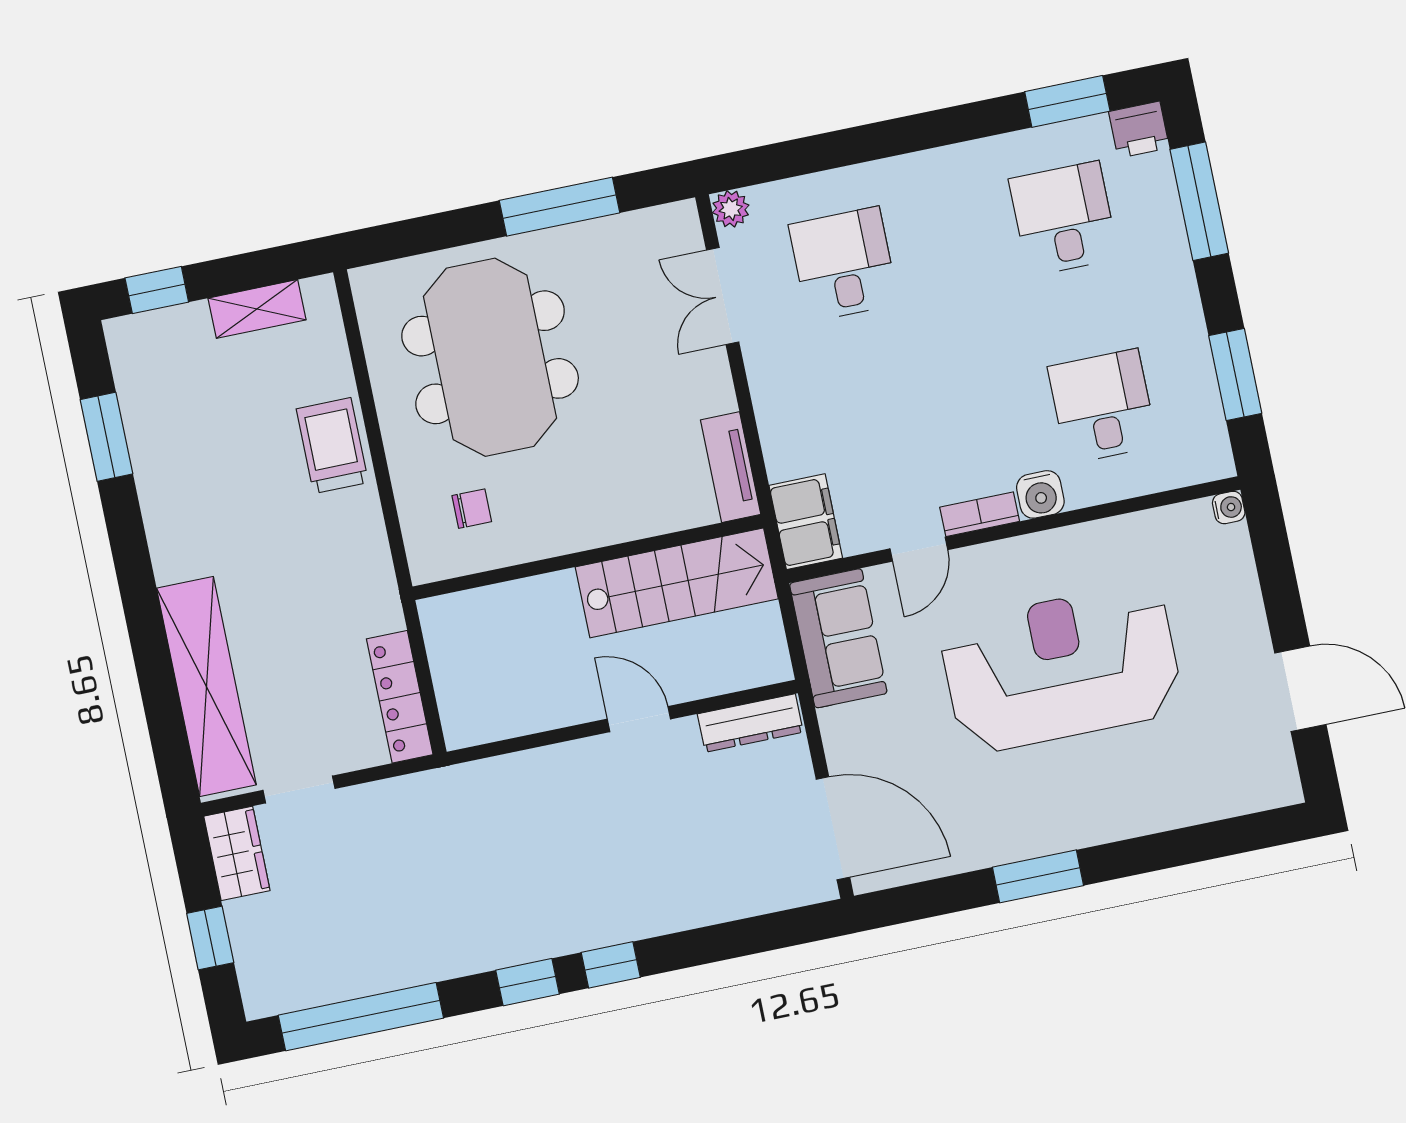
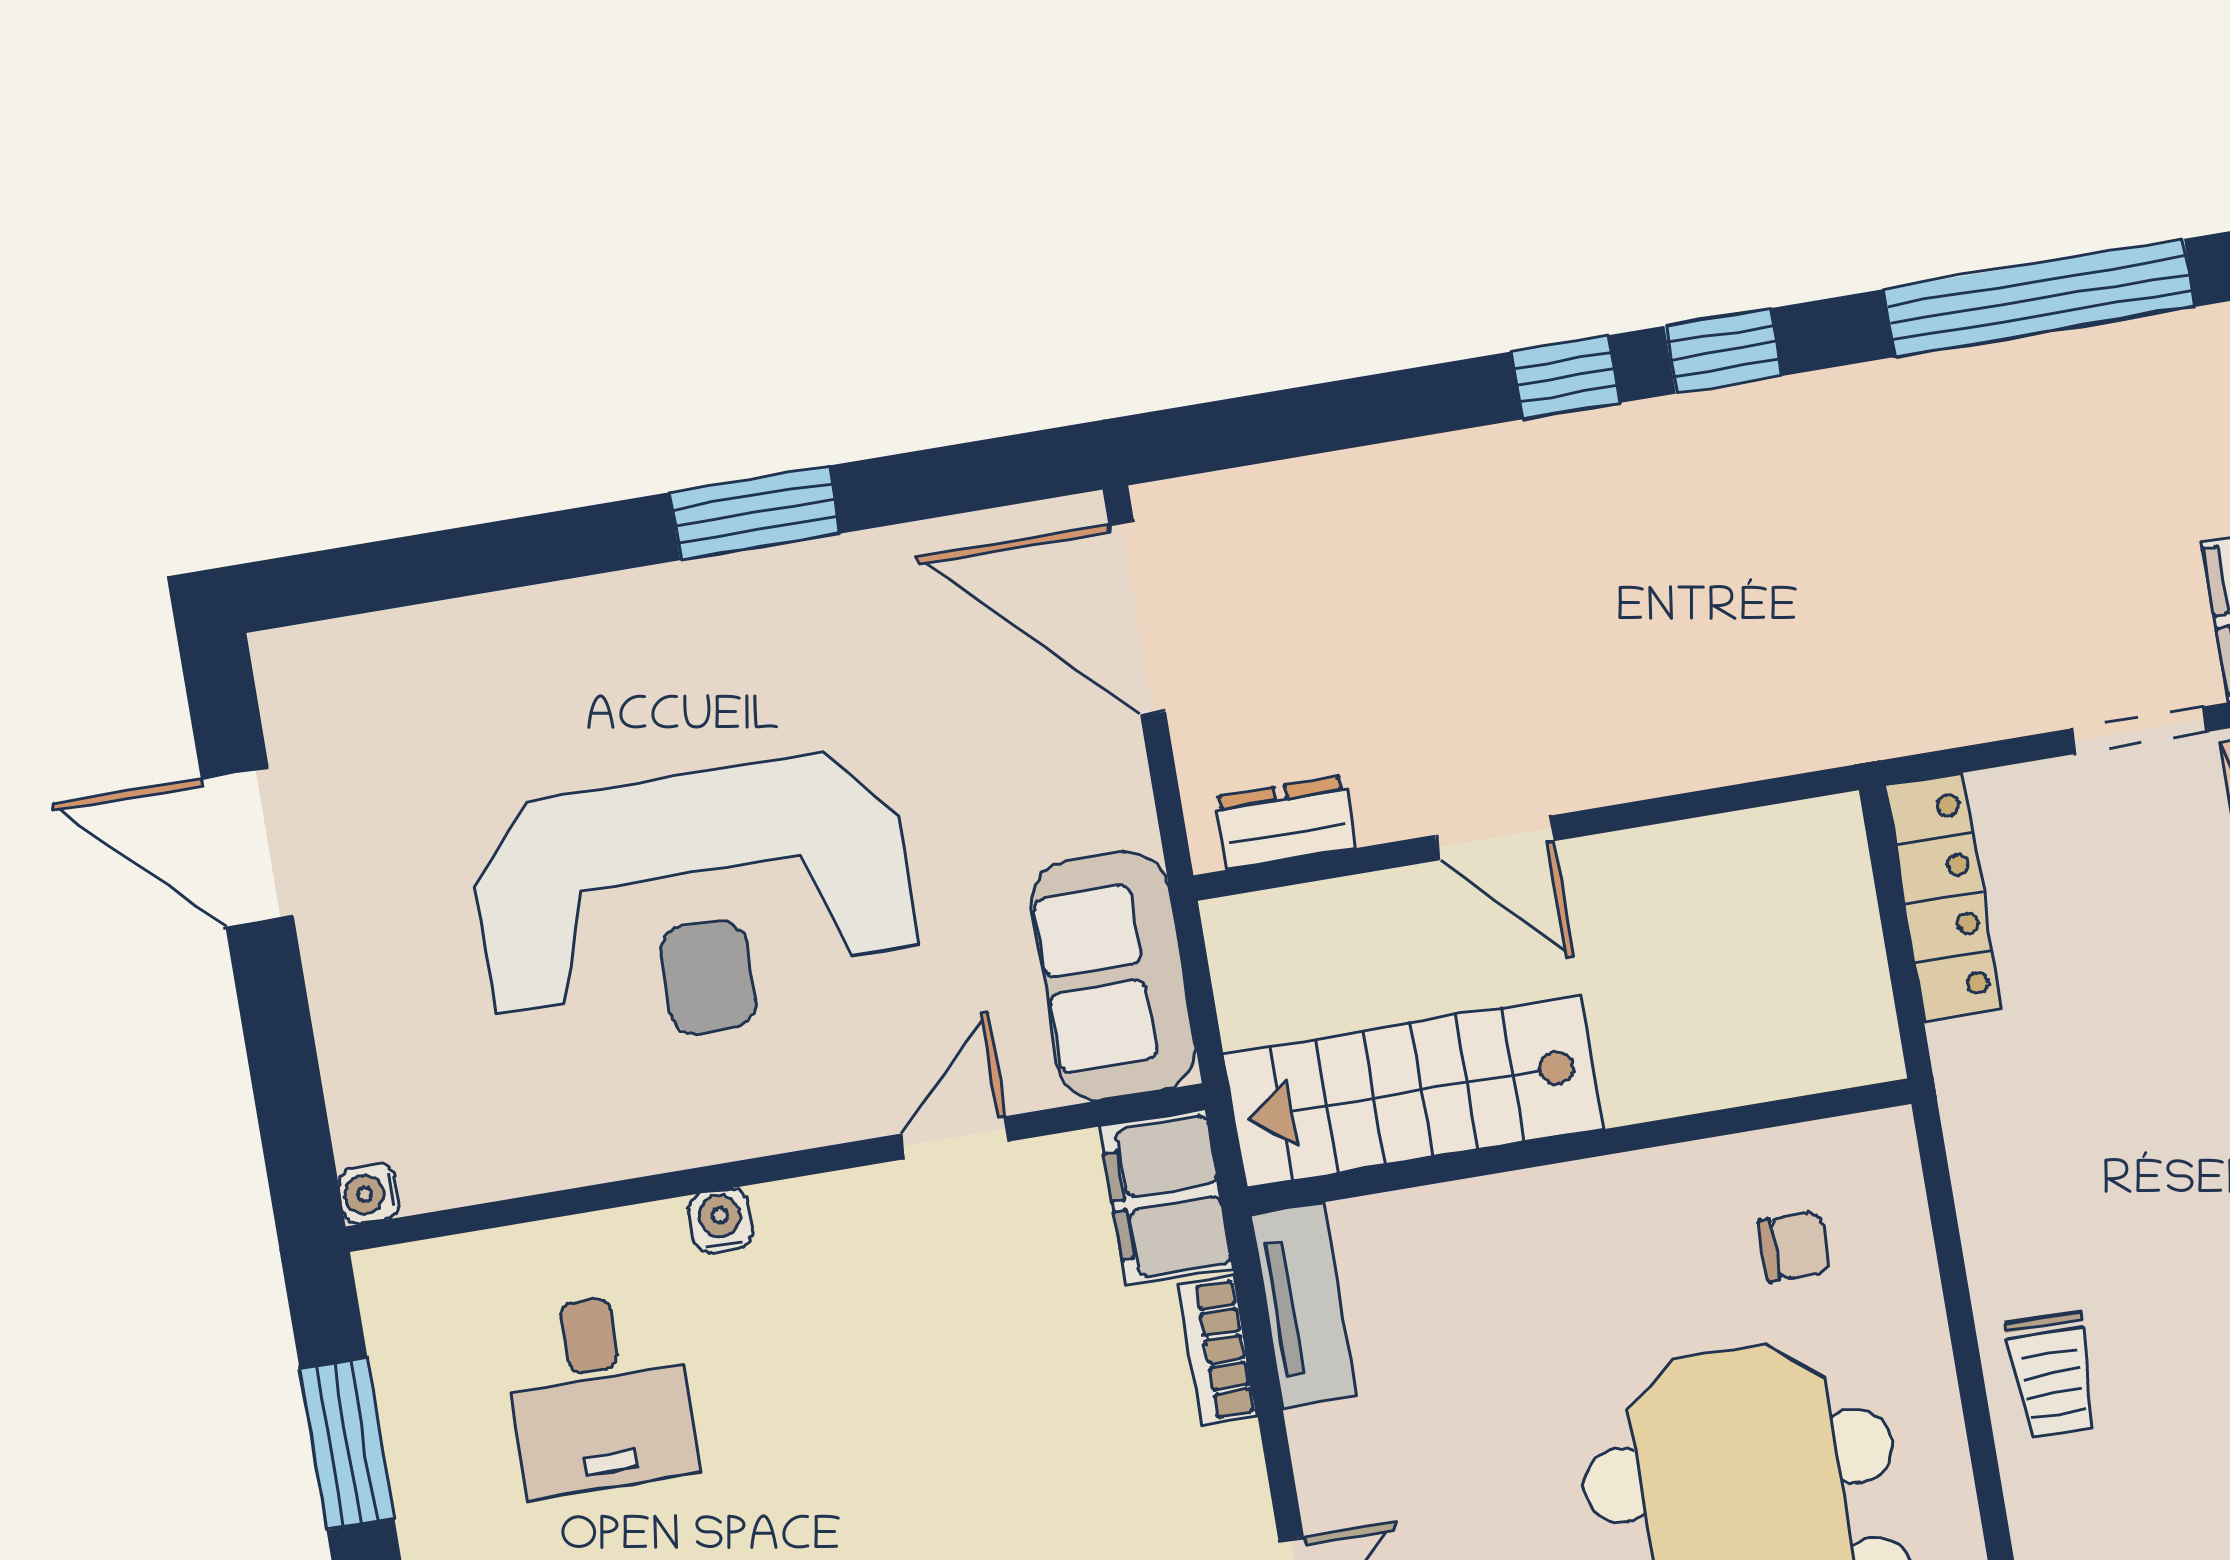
trolley: (332, 446) -> (2052, 1375), width x0.73, depth x0.72
water cooler: (1040, 494) -> (721, 1221), width x0.72, depth x0.72
chair: (472, 509) -> (1794, 1246), turned 180
bookcase: (980, 514) -> (1218, 1350), moved, turned 90
dresser: (750, 723) -> (1285, 823), width x0.70

